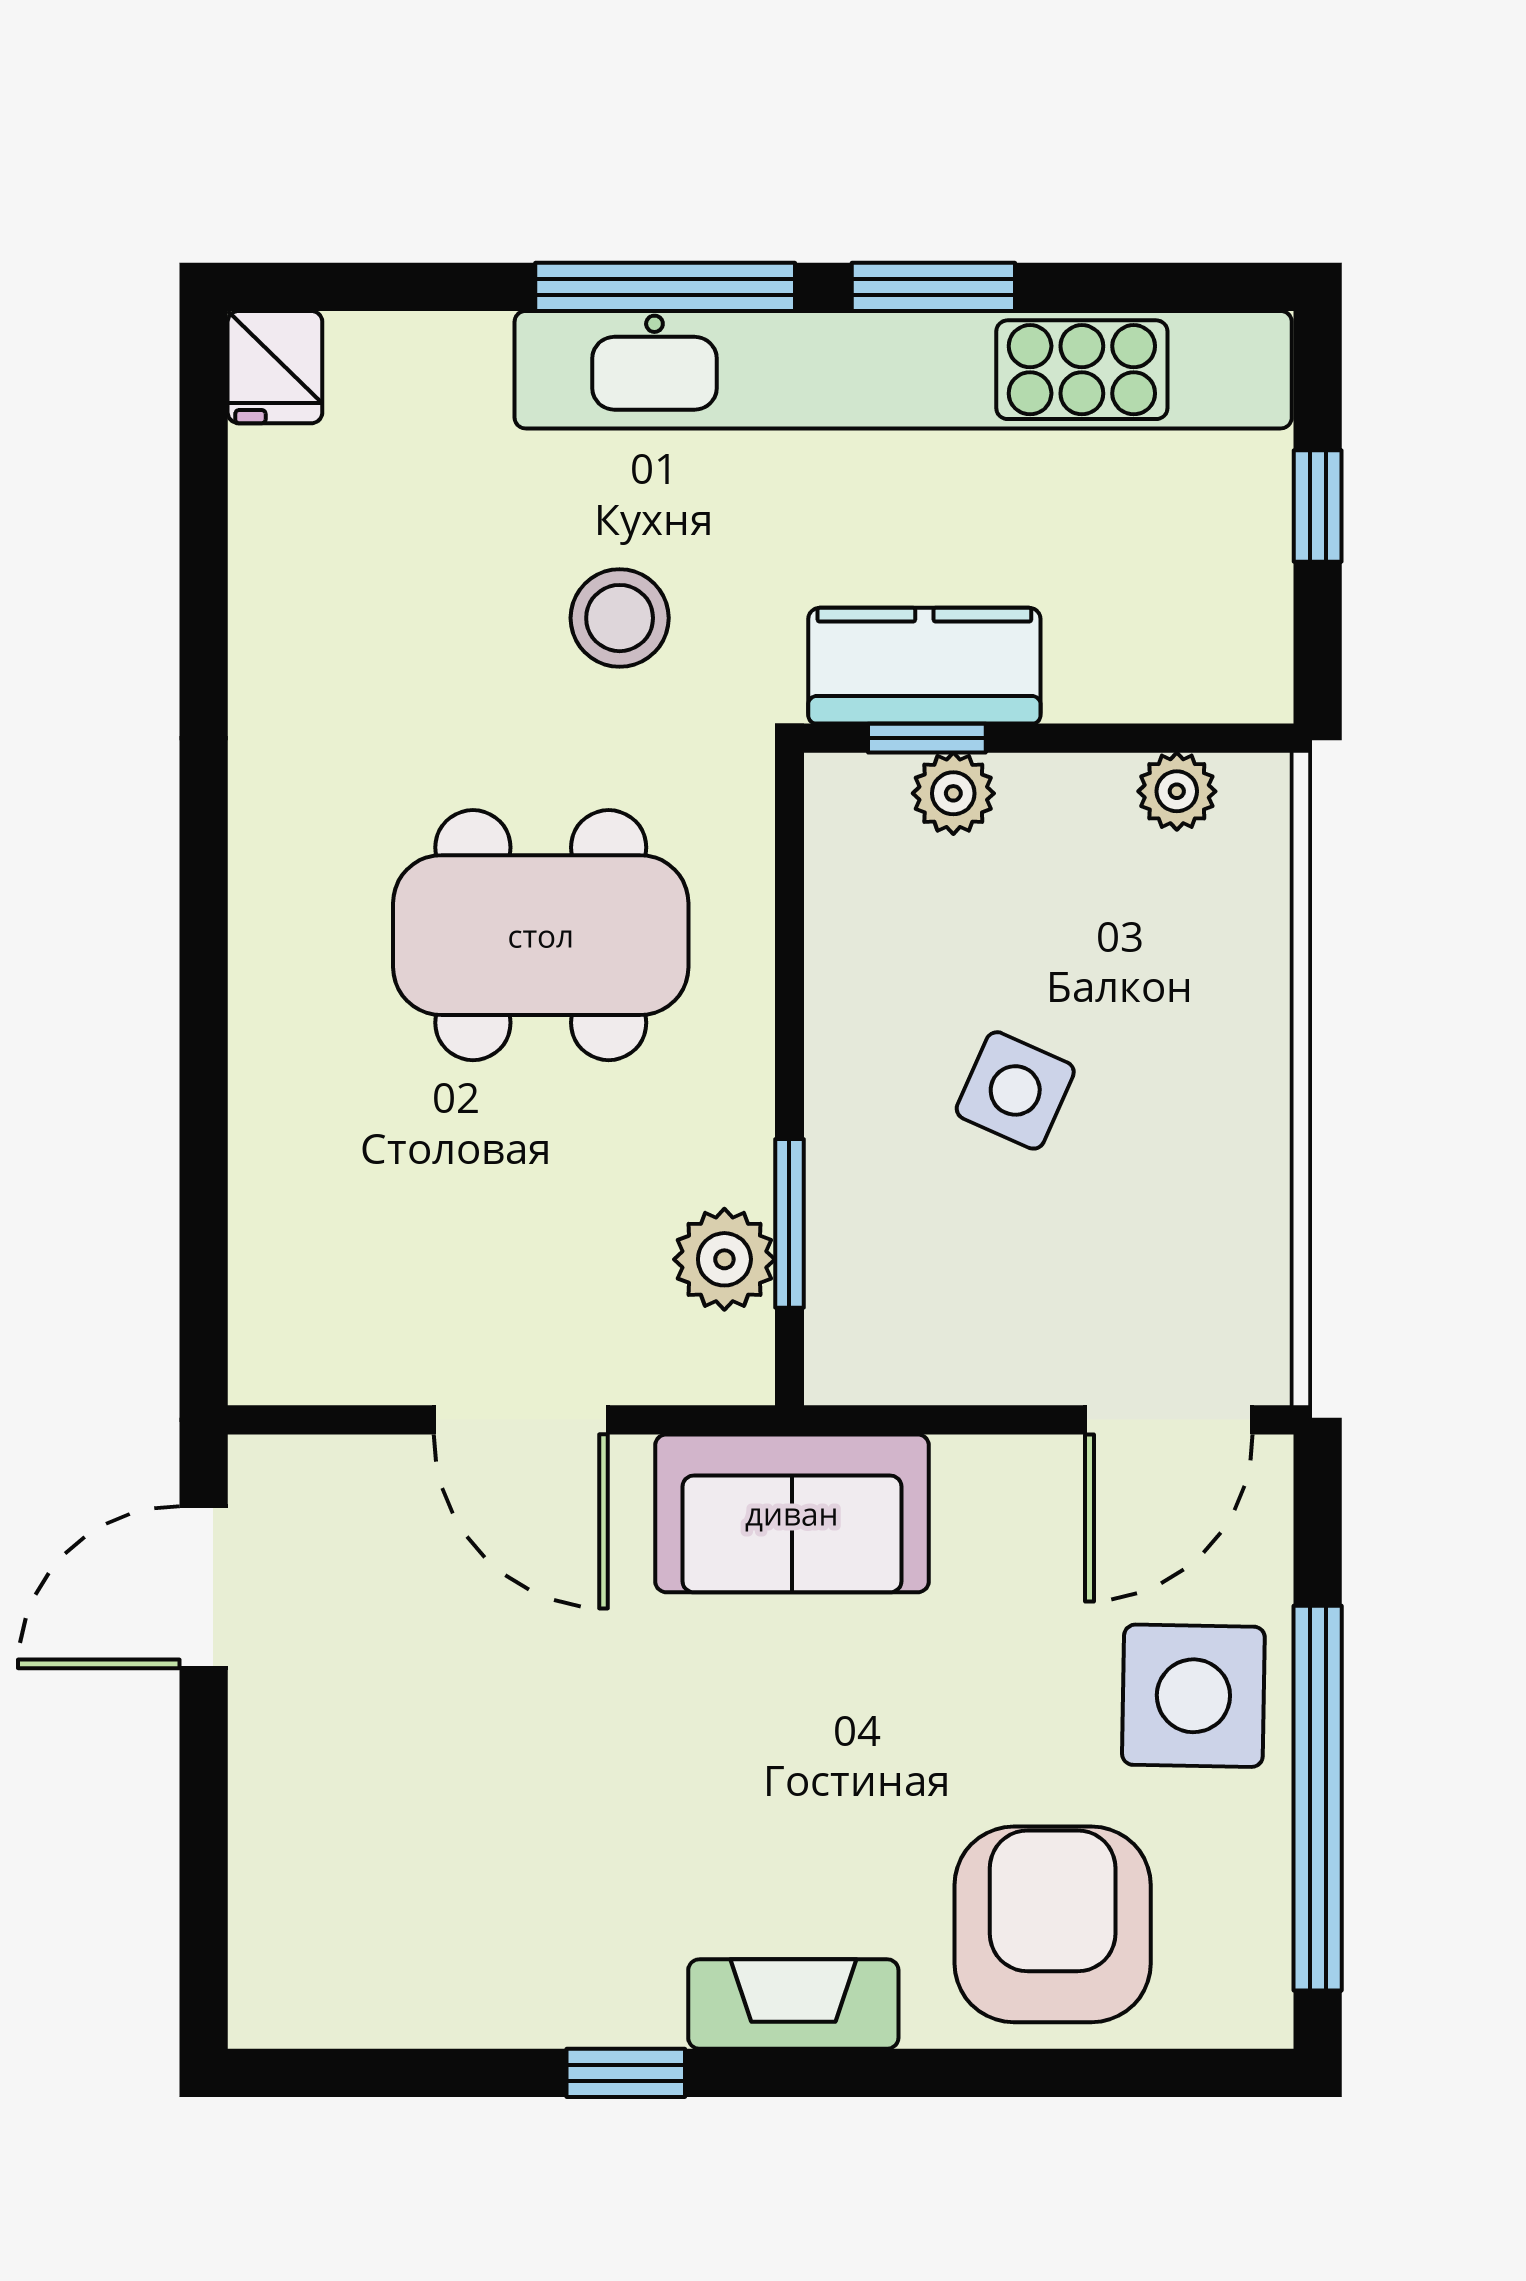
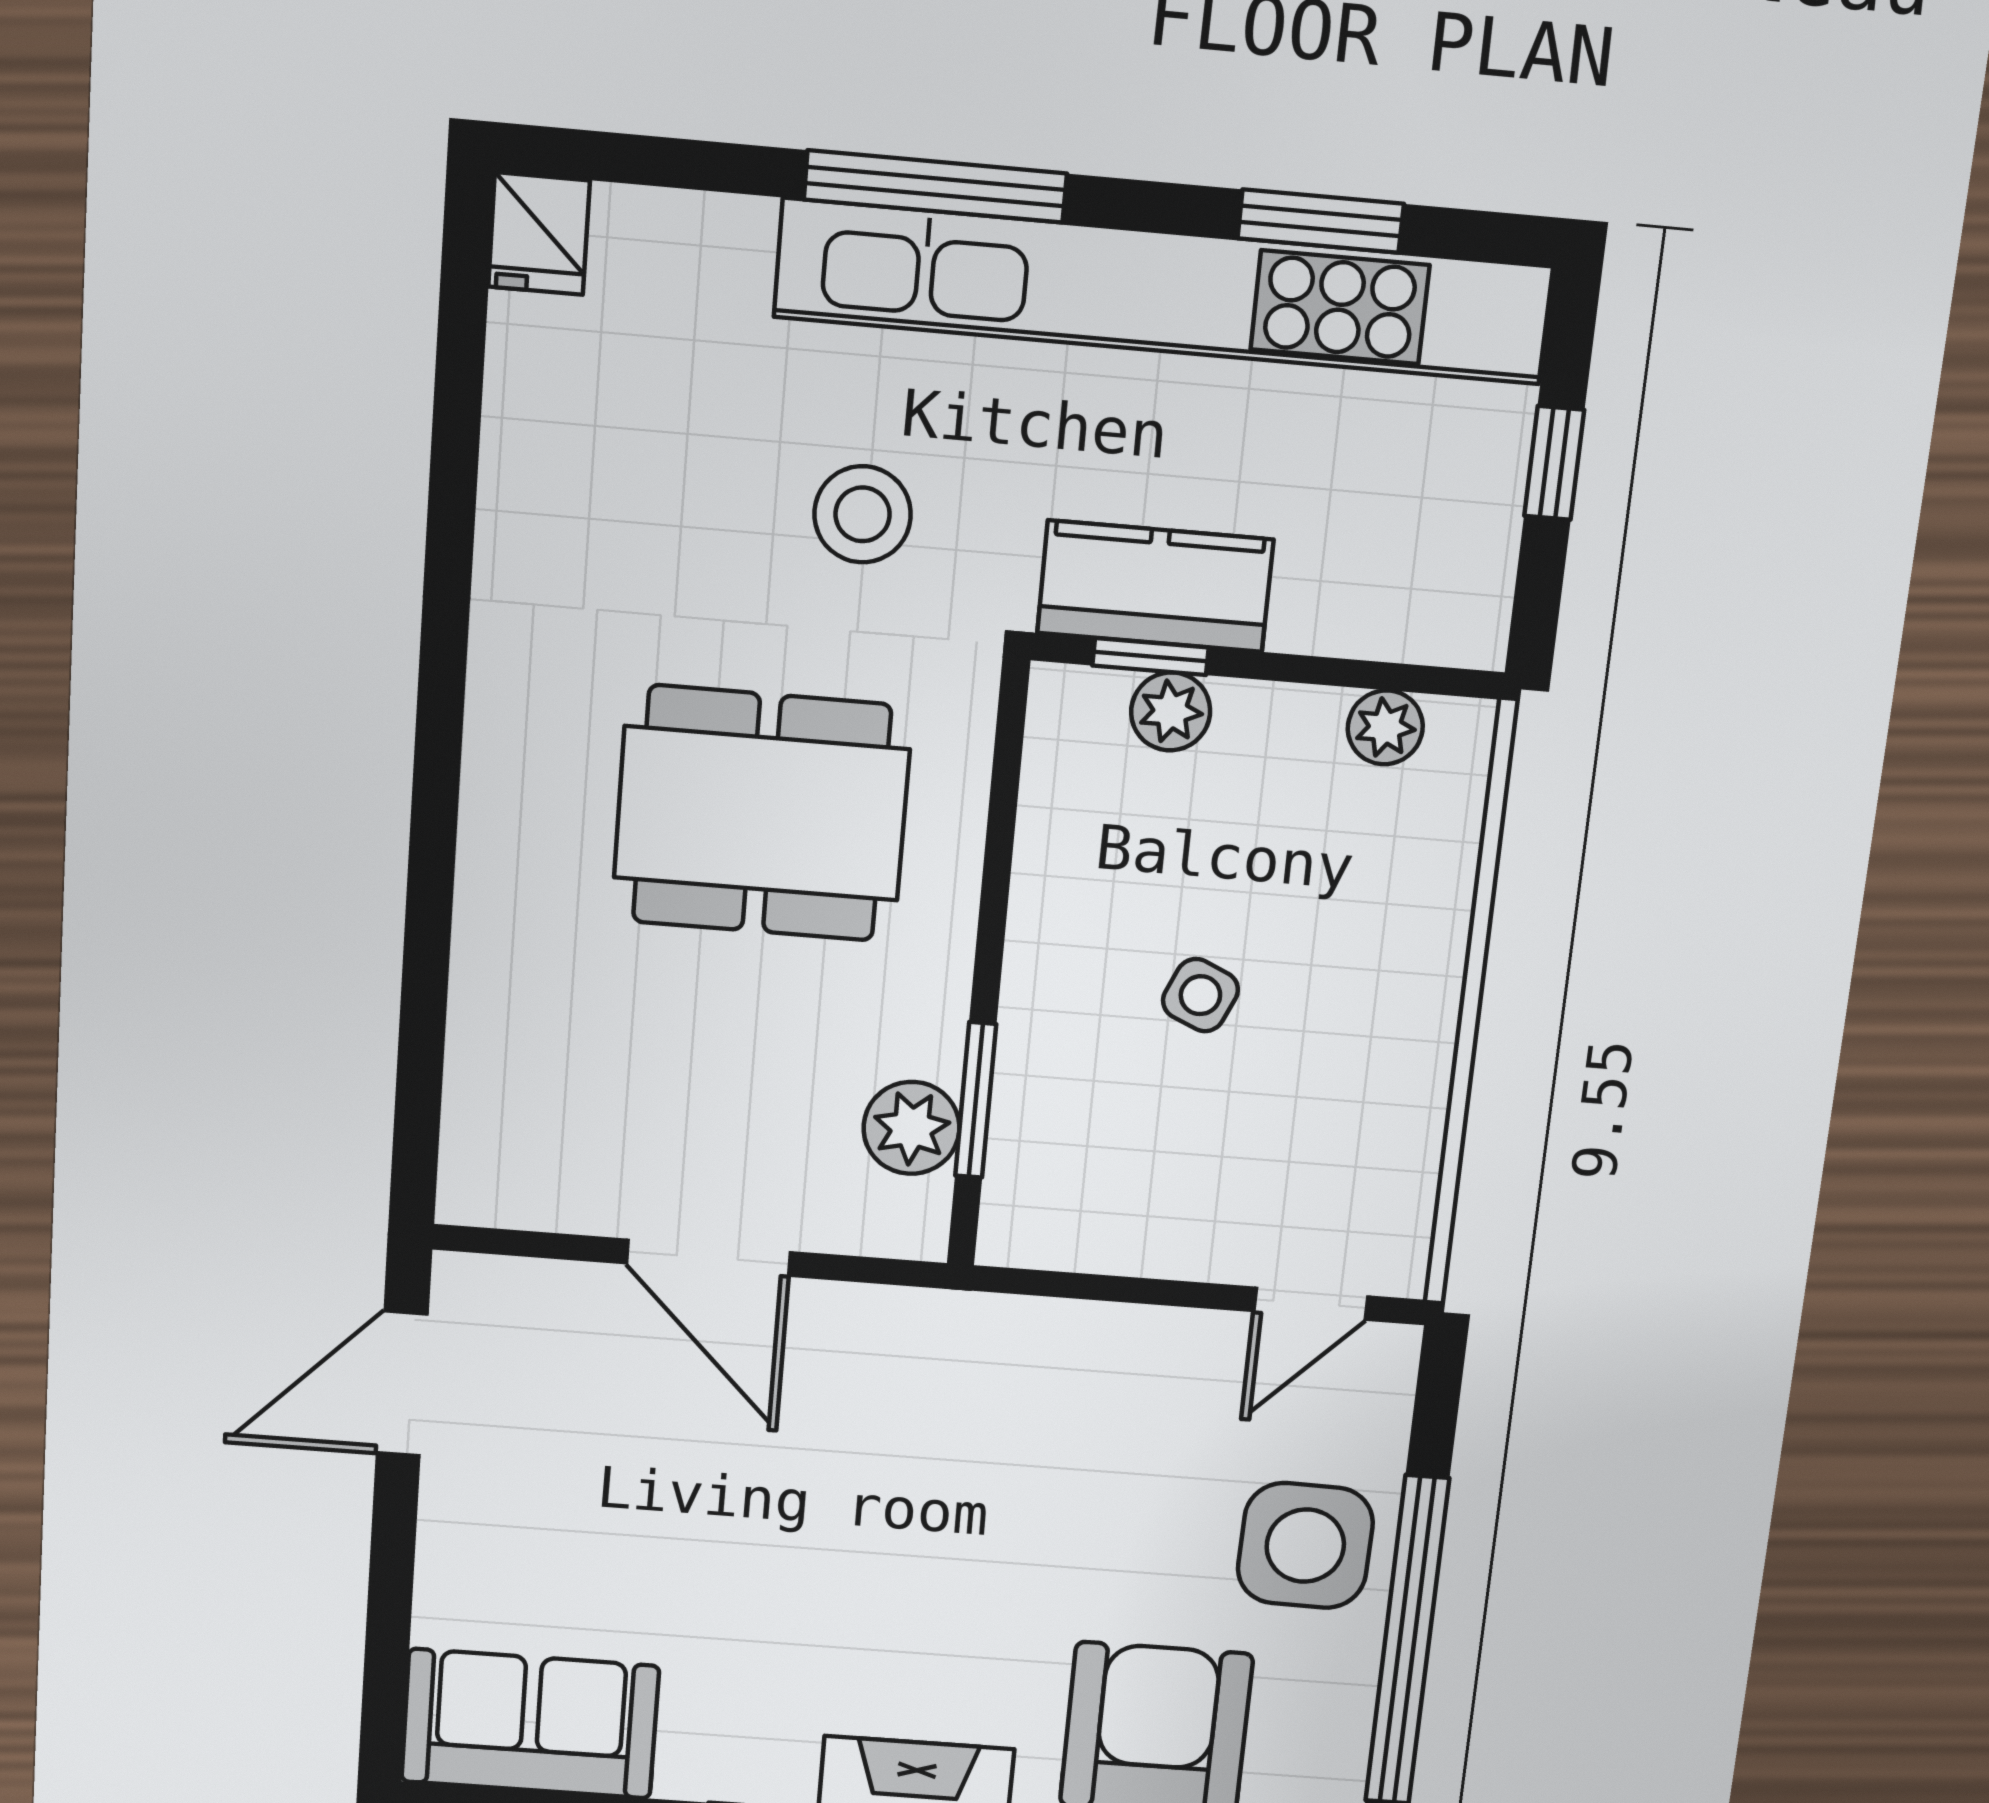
window: (933, 287) -> (1321, 221), moved
side table: (1015, 1090) -> (1200, 995), width x0.73, depth x0.73
door: (1169, 1420) -> (1311, 1304), width x0.73
sofa: (792, 1513) -> (530, 1724), moved, turned 180

